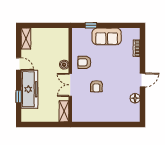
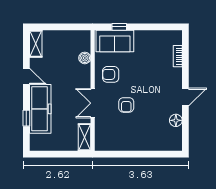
sofa: (107, 36) -> (115, 41), moved
boiler: (64, 65) -> (85, 58), moved

